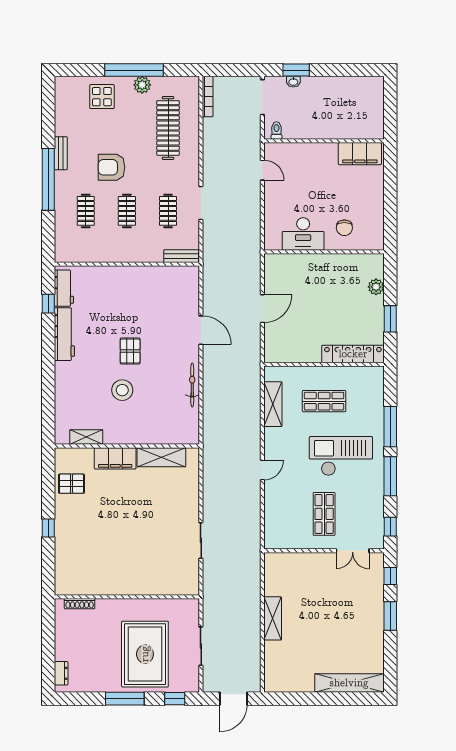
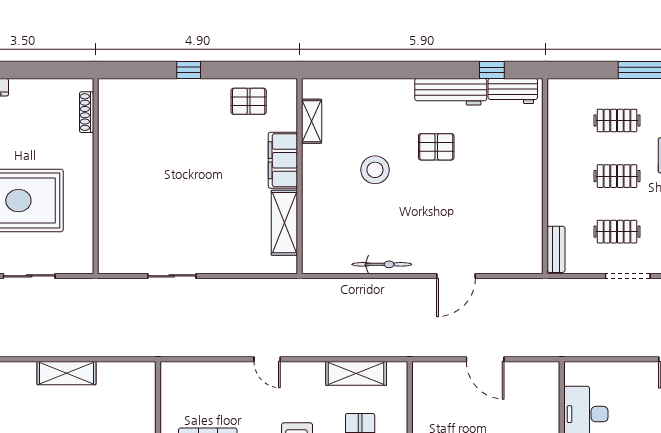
pallet: (130, 351) -> (436, 147), moved
pallet: (71, 484) -> (249, 101), turned 90

